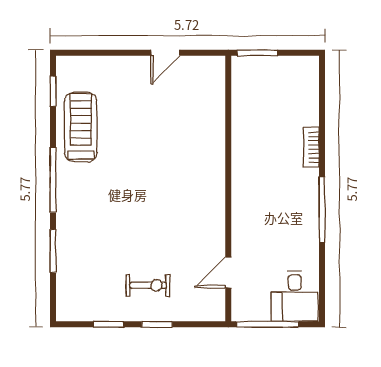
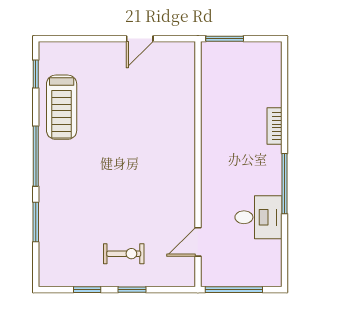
treadmill: (81, 127) -> (62, 107), turned 180
desk: (295, 296) -> (258, 217), moved, turned -90

